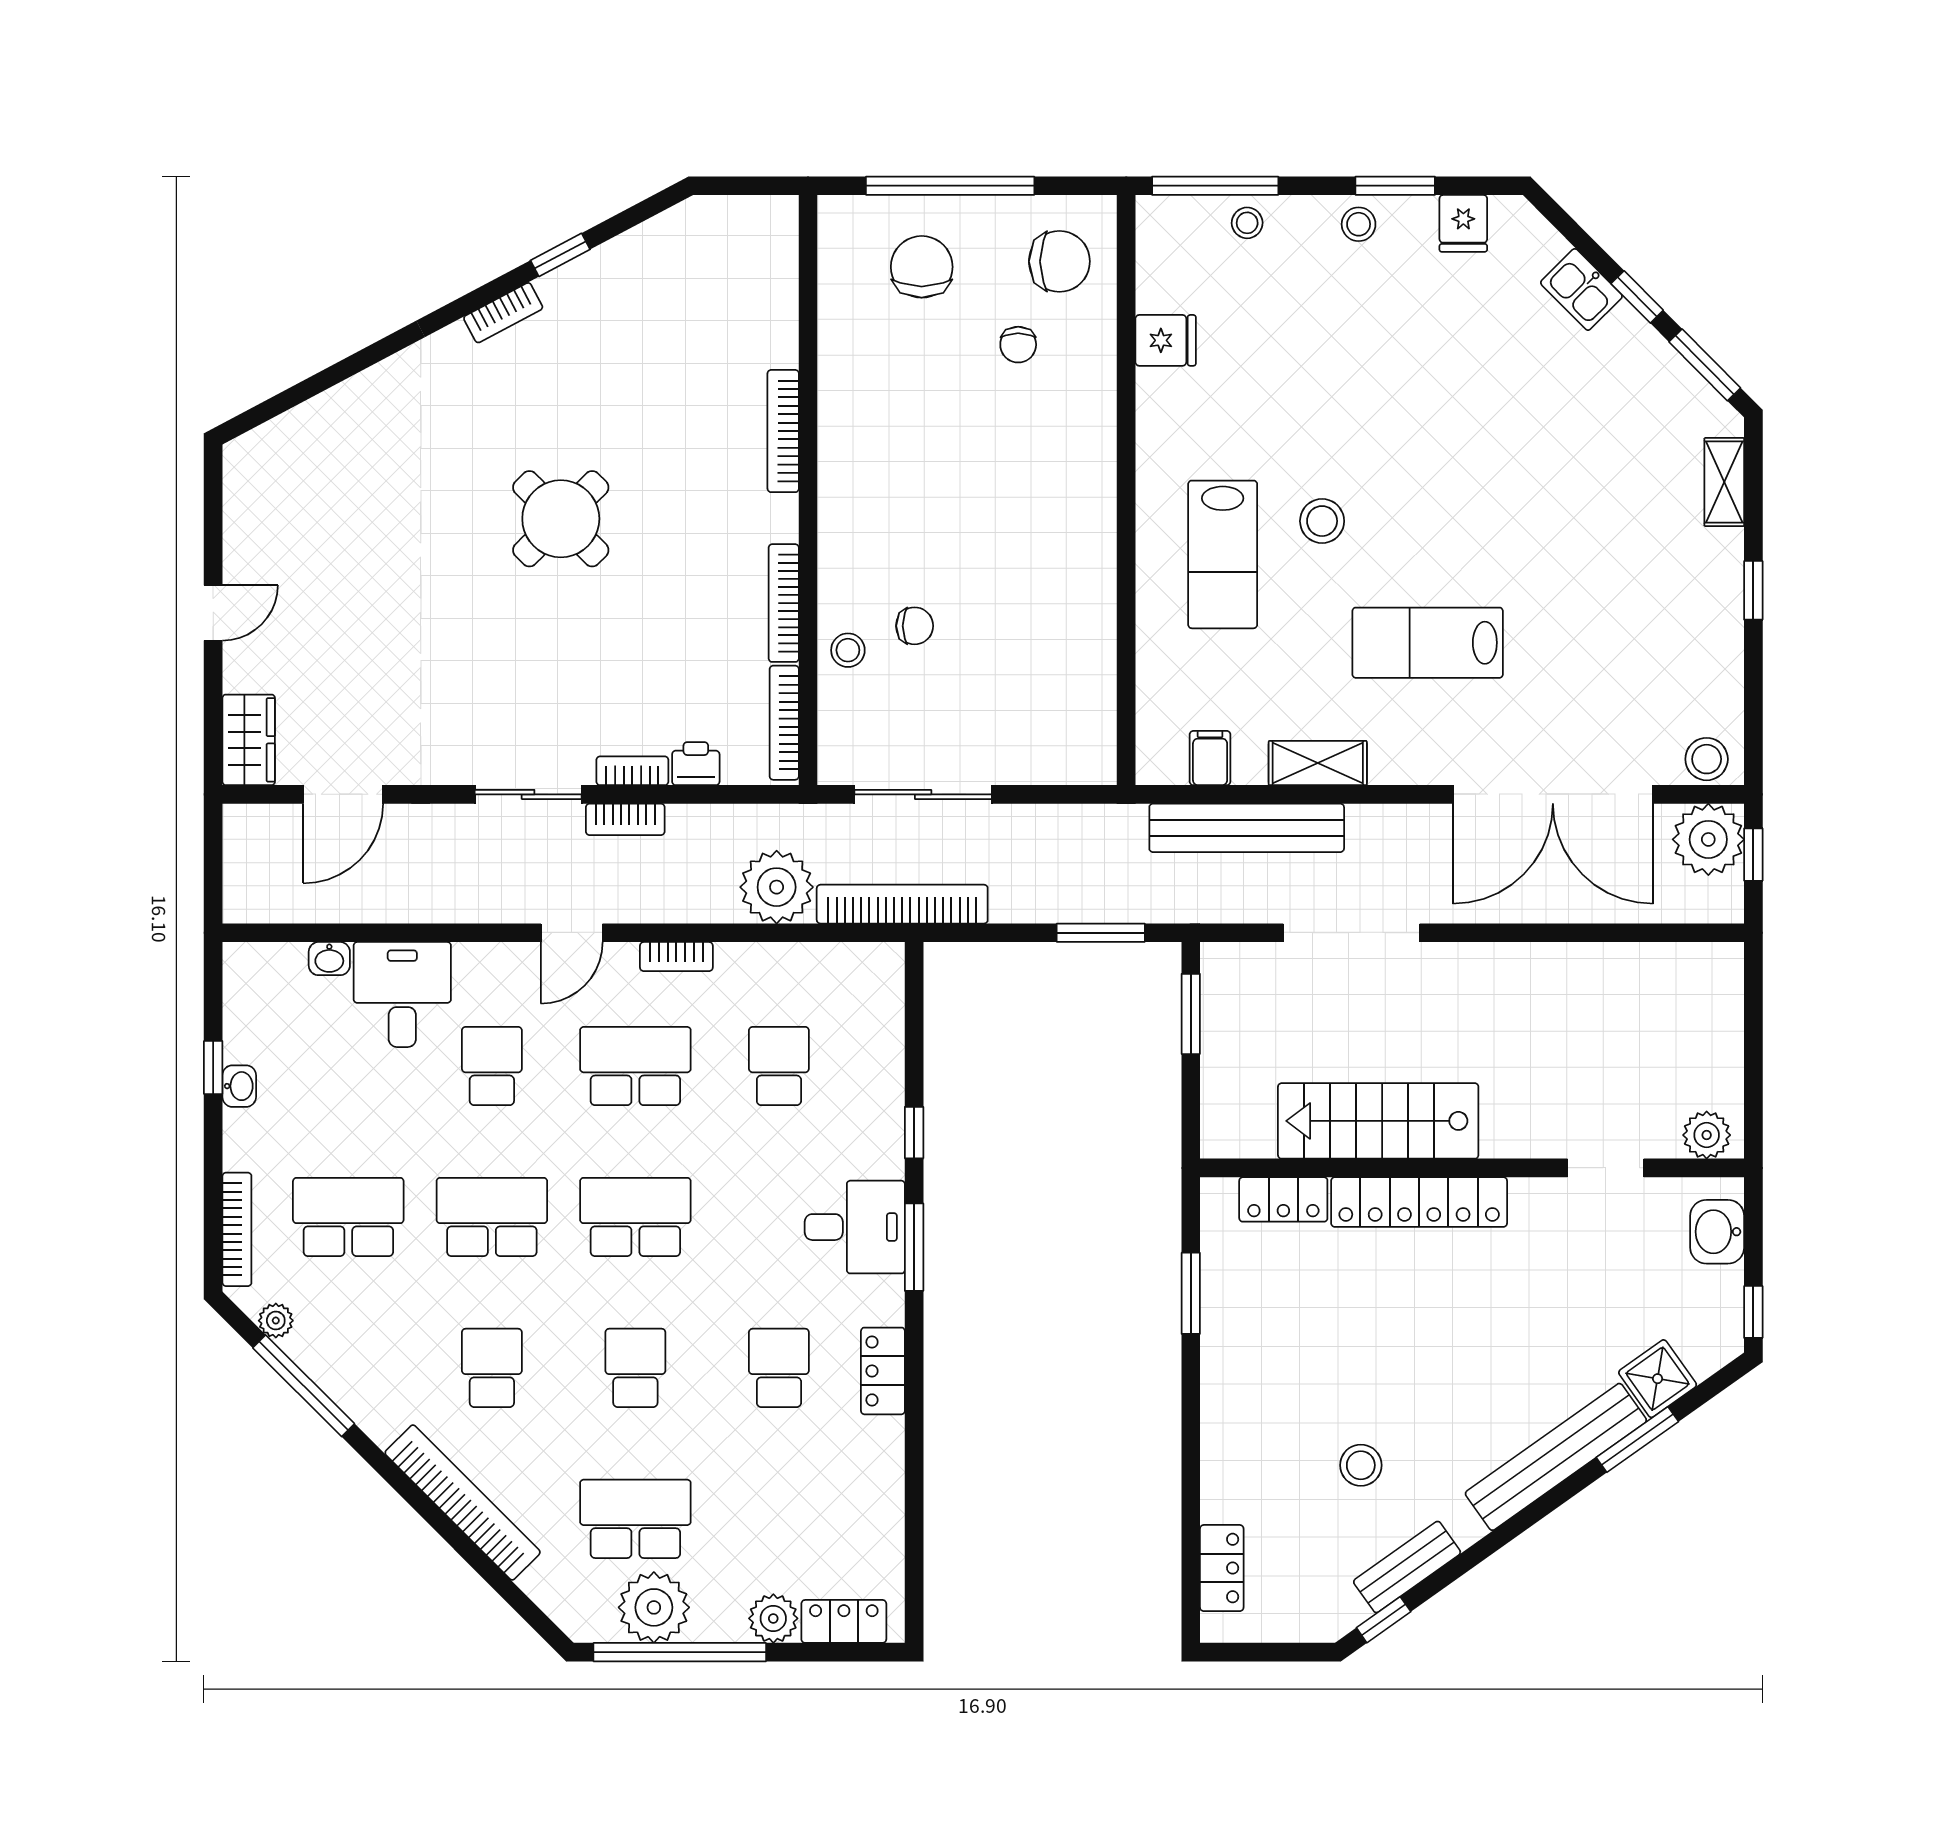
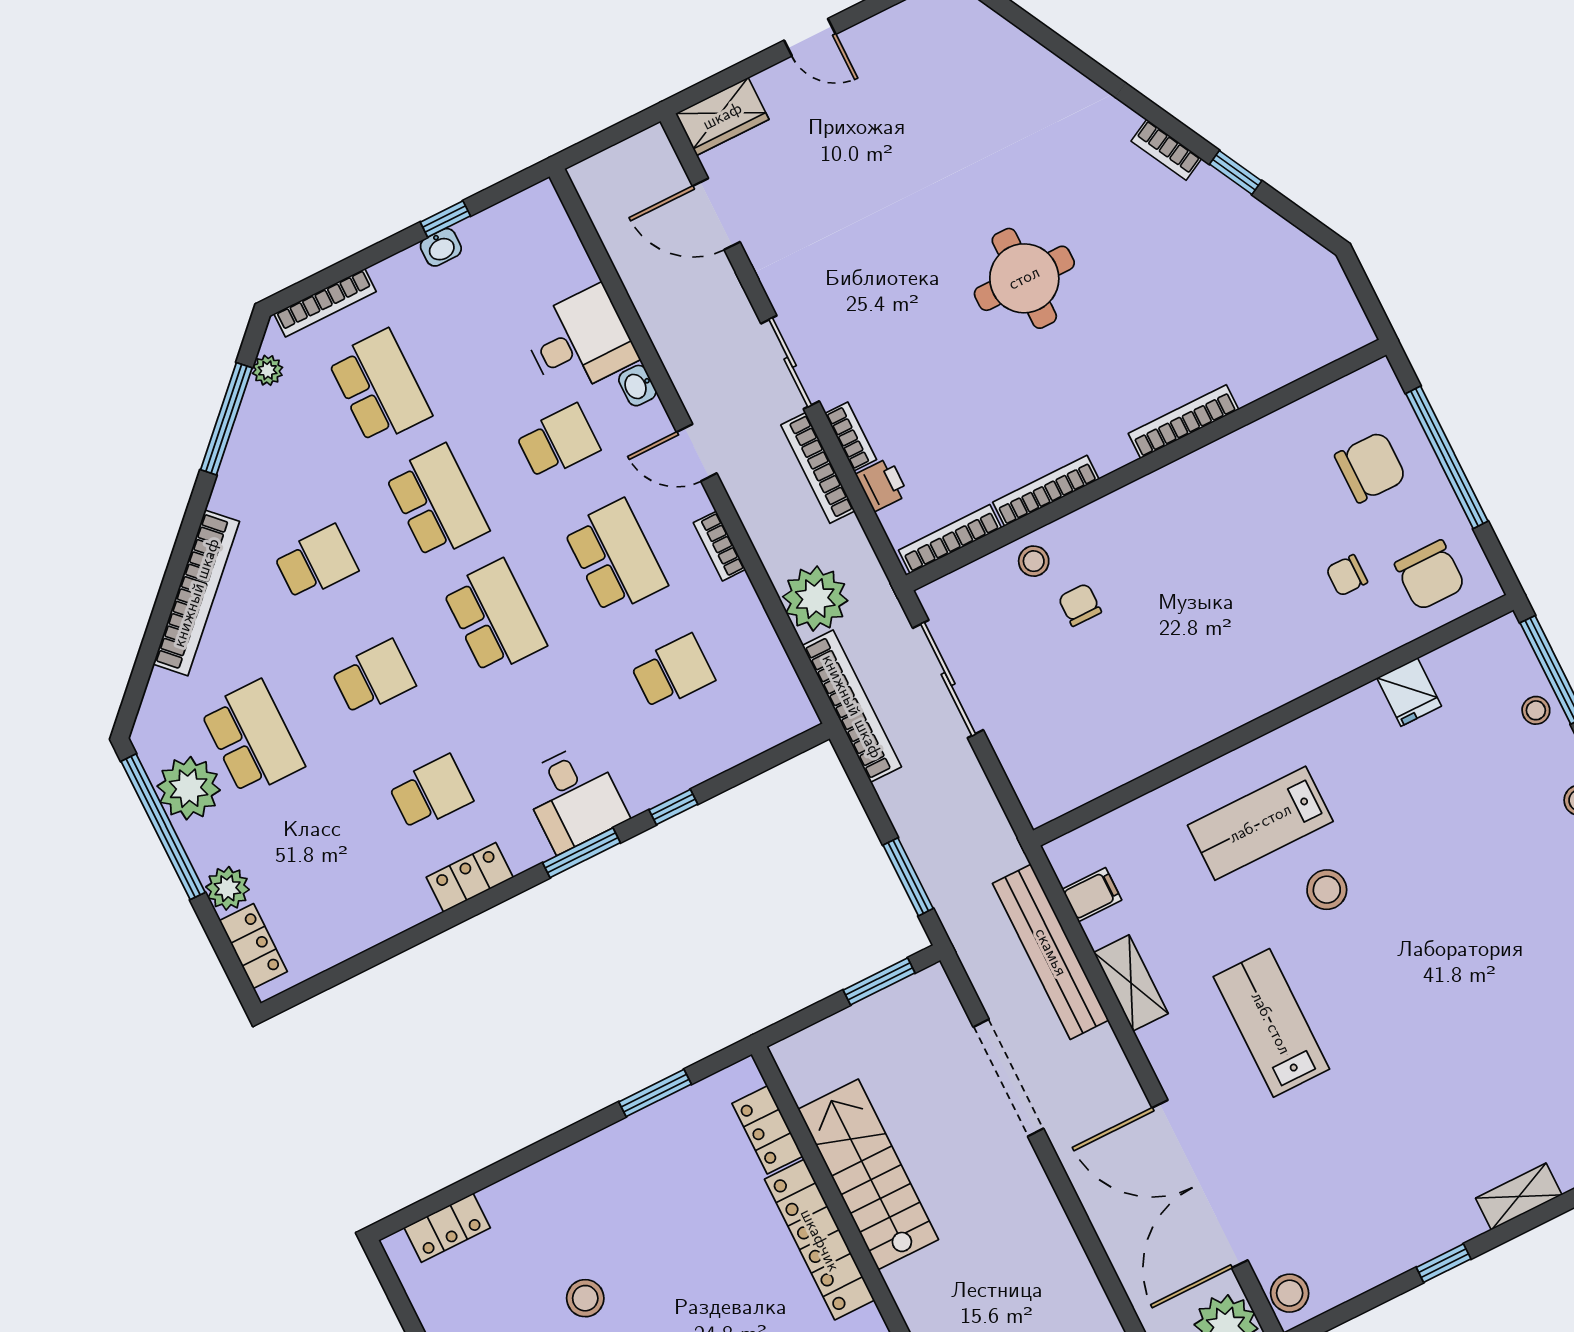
round table: (561, 519) -> (1024, 278), turned 45
chair: (915, 626) -> (1080, 605), turned 180
bookcase: (625, 819) -> (818, 468), width x1.56
washbasin: (329, 959) -> (637, 386), moved

